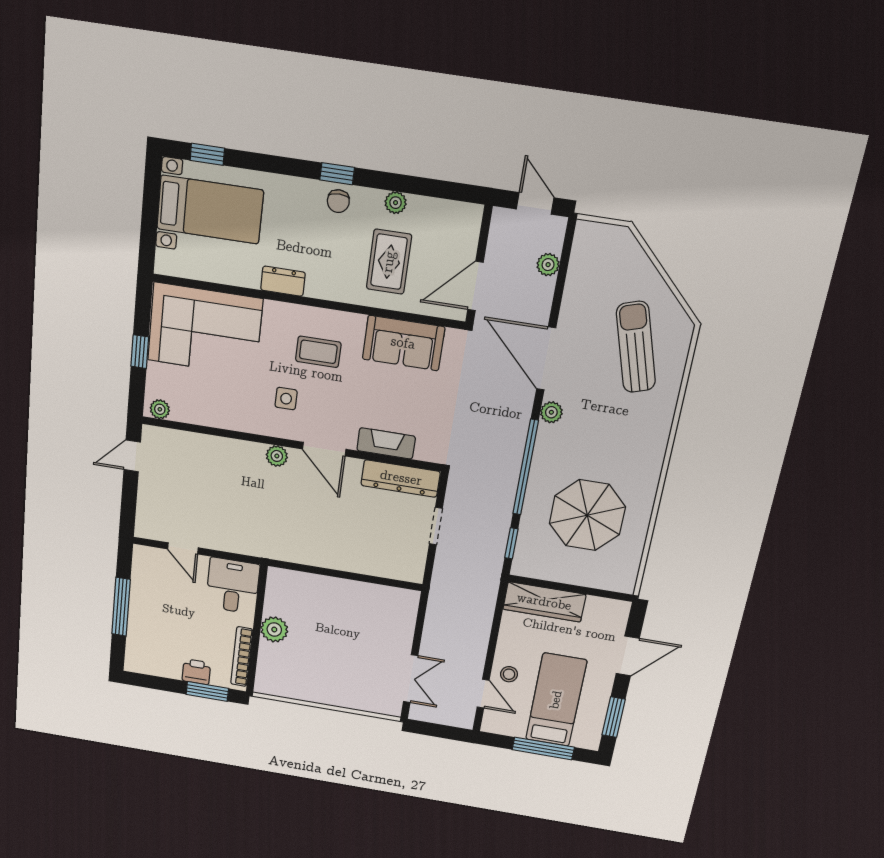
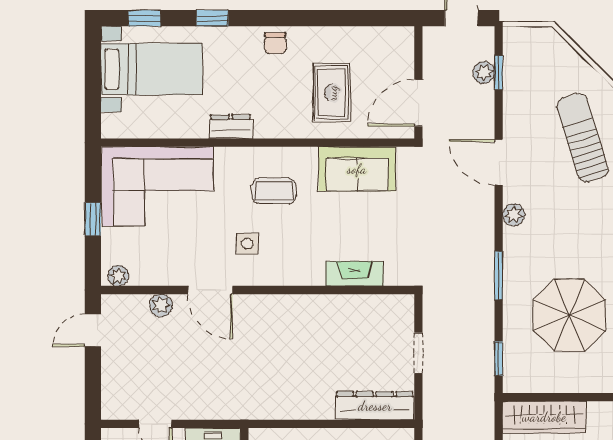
window: (337, 174) -> (212, 18), moved
plant: (396, 203) -> (330, 37), removed
window: (563, 267) -> (499, 73), added
door: (546, 359) -> (499, 162), width x0.73
door: (324, 449) -> (210, 290), moved
plant: (277, 456) -> (161, 305), moved
window: (526, 467) -> (499, 275), width x0.47
dresser: (401, 478) -> (375, 406), moved, turned 180

